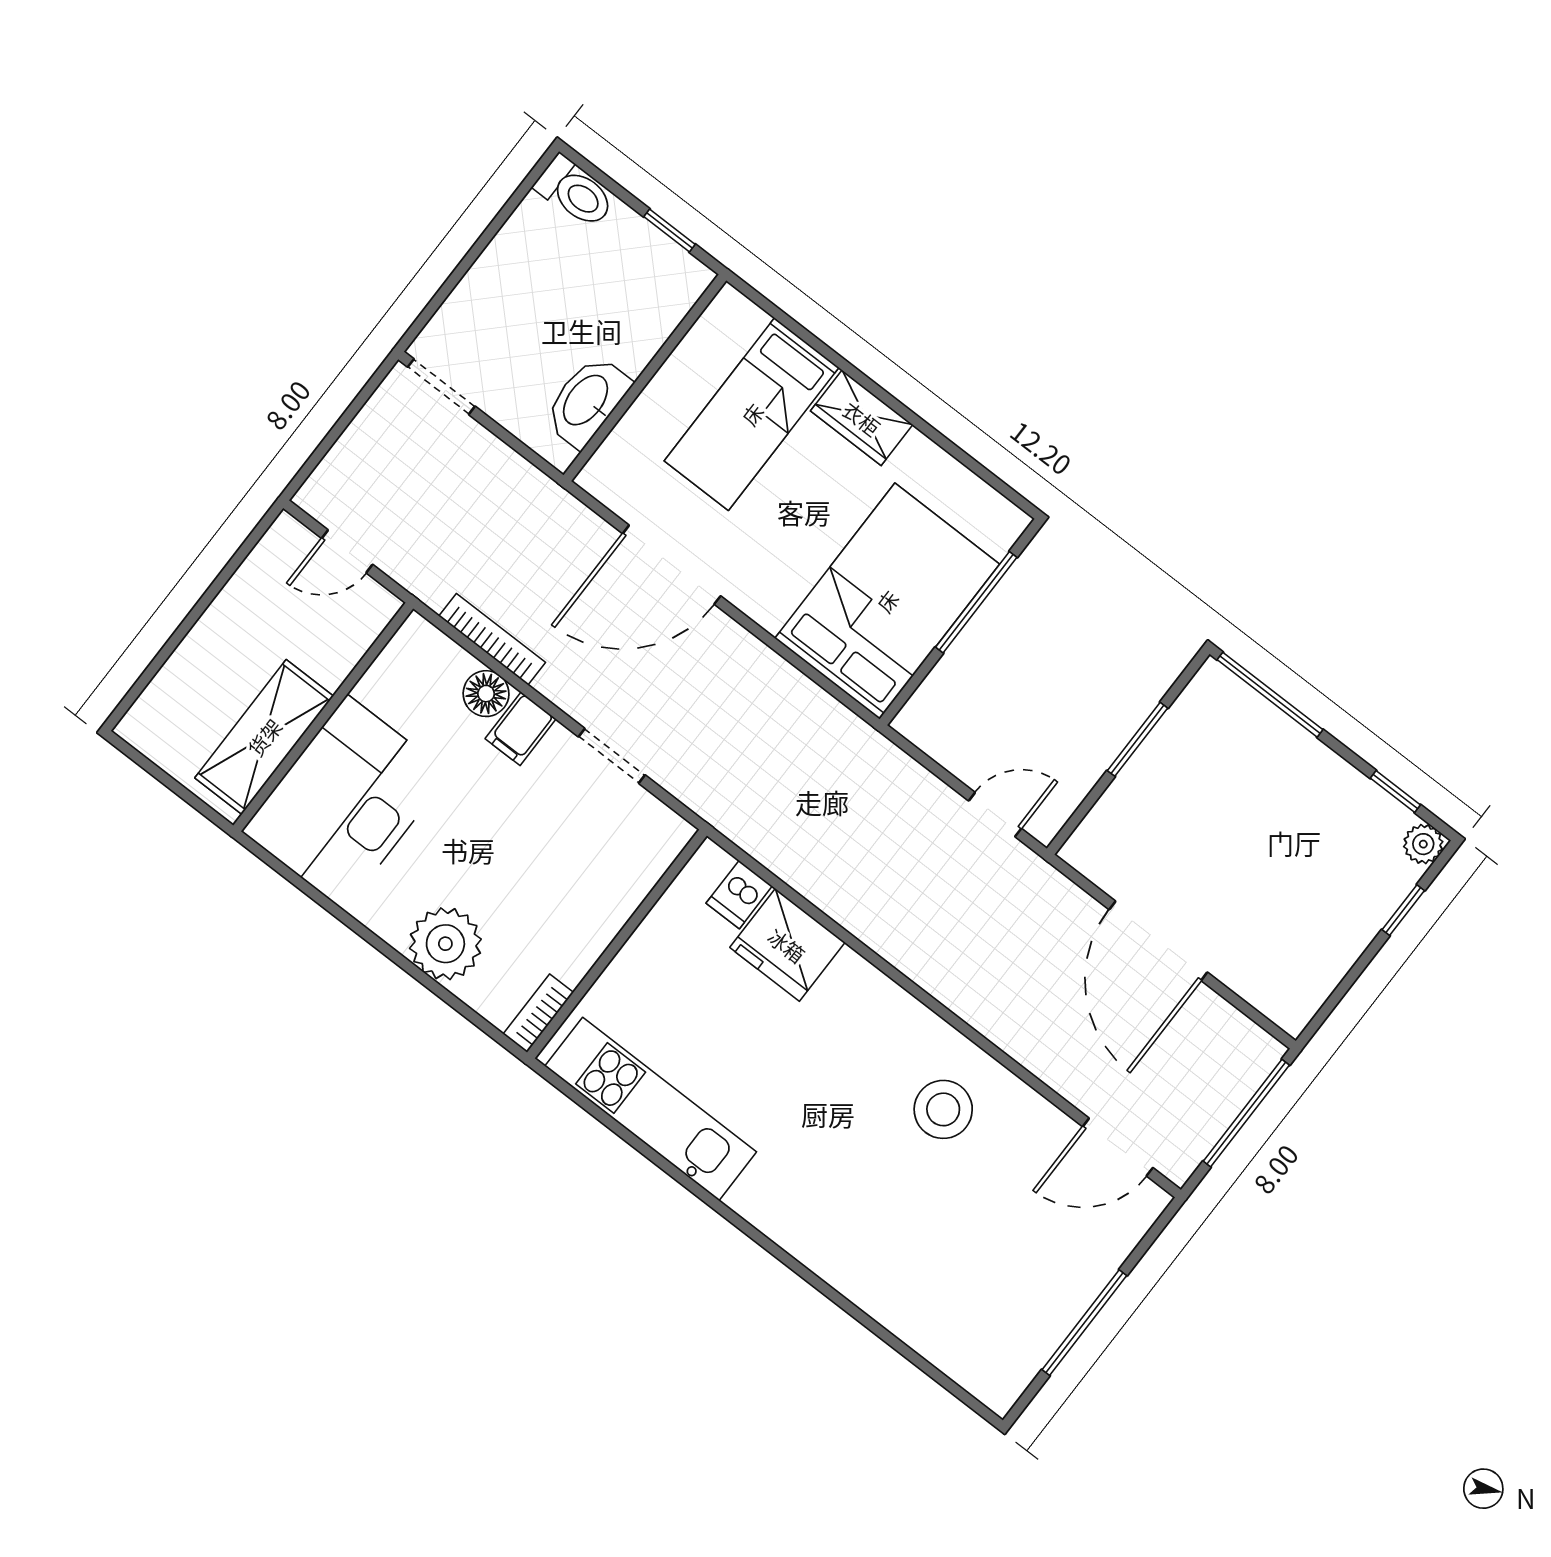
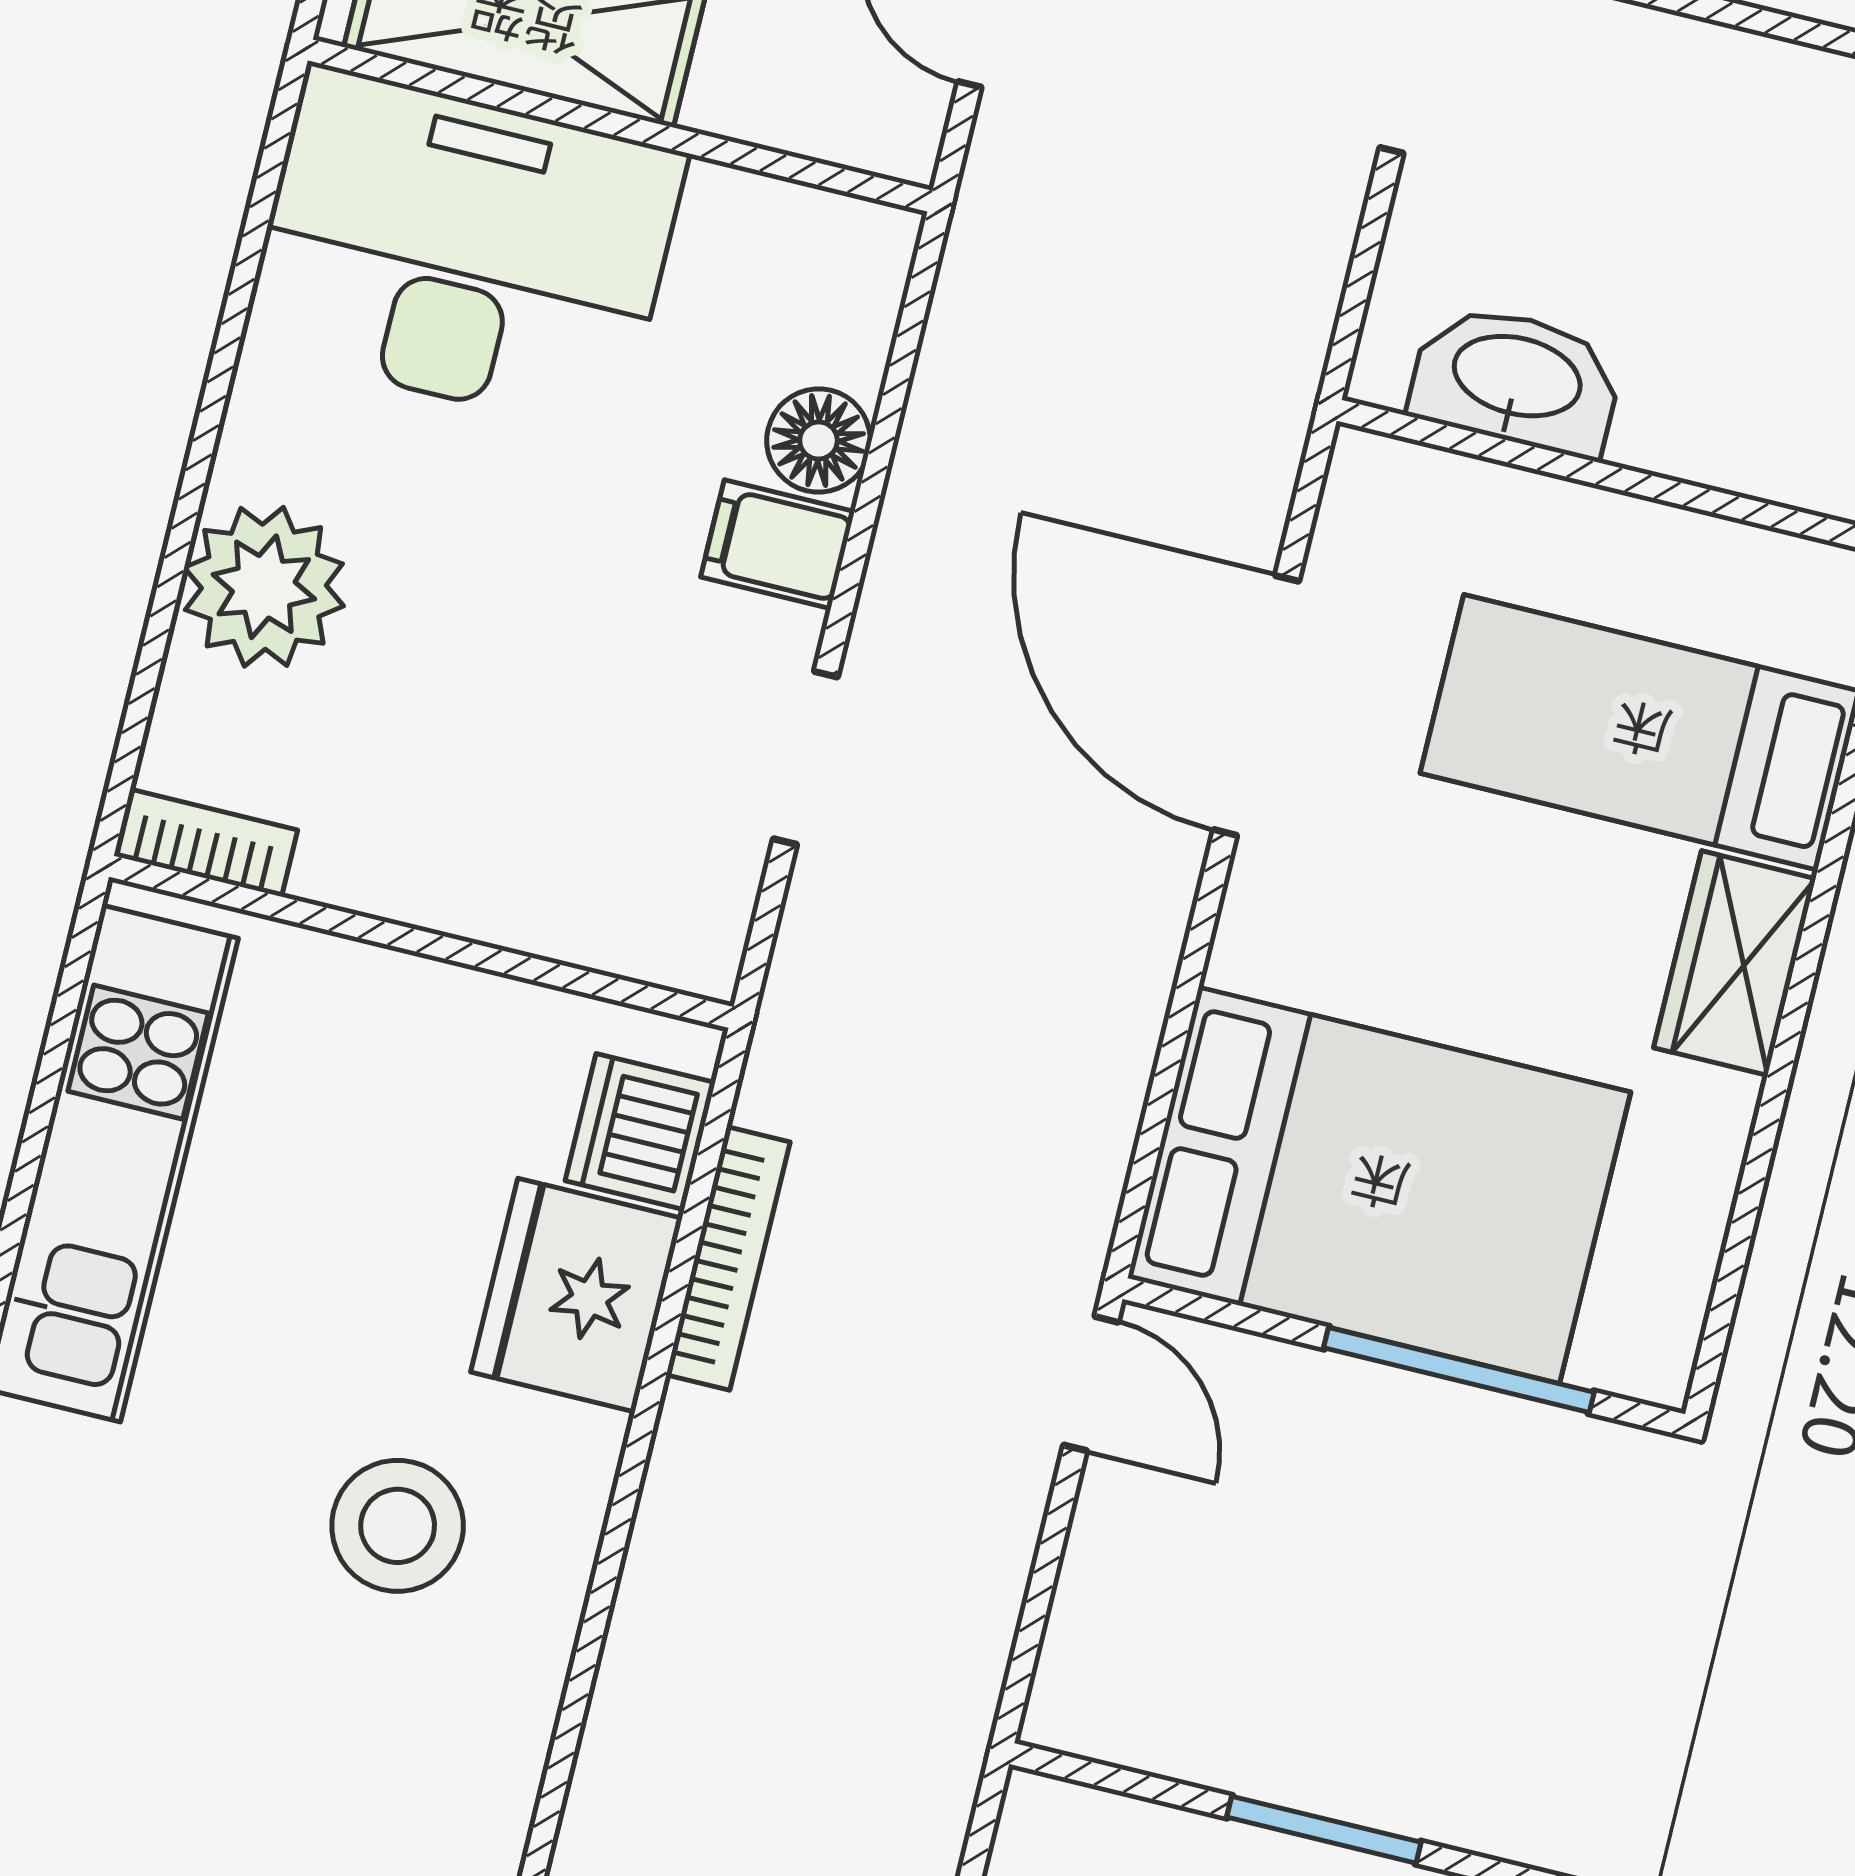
bookcase: (492, 639) -> (728, 1258), moved
door: (995, 815) -> (1091, 1384), moved
dishwasher: (739, 895) -> (640, 1132), width x1.38
stool: (943, 1109) -> (398, 1526), moved

